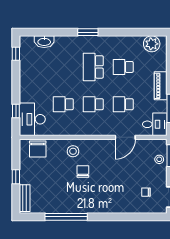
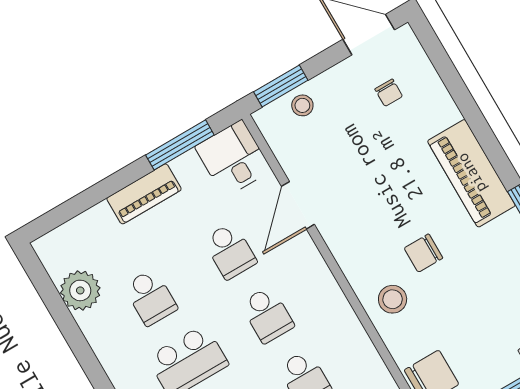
plant: (152, 44) -> (80, 290), moved
door: (125, 137) -> (298, 205), swing flipped
piano: (101, 205) -> (471, 173), added

